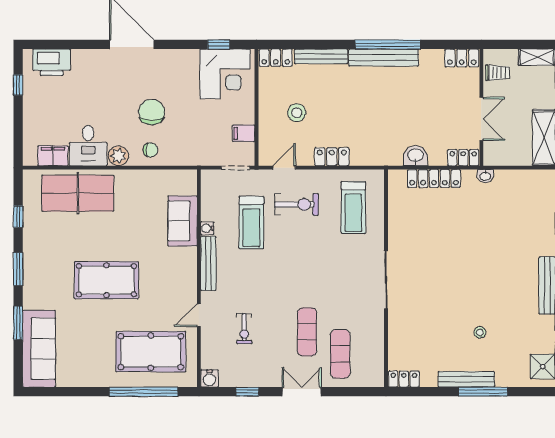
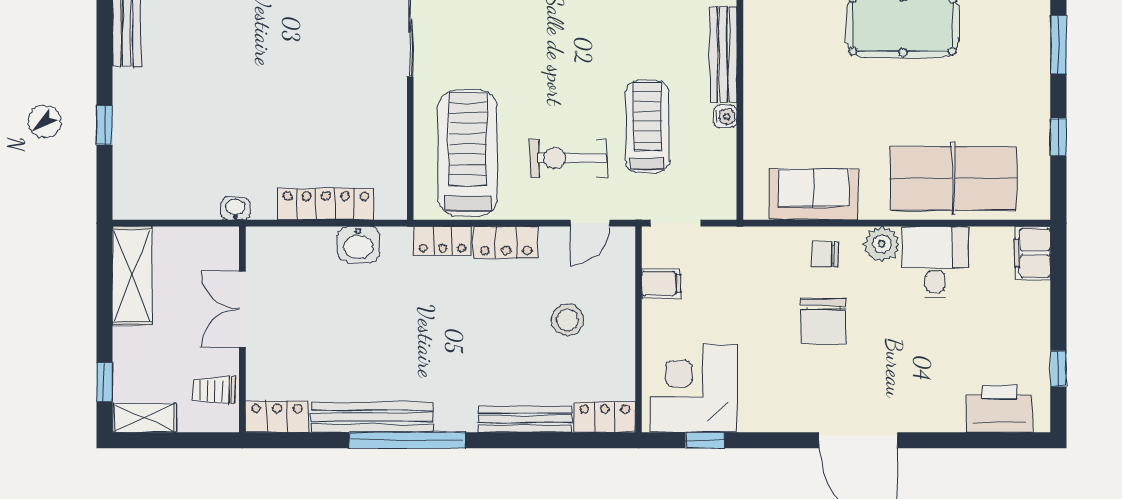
bench: (384, 58) -> (372, 417), moved
filing cabinet: (53, 156) -> (1033, 253), moved, turned 90
locker: (463, 158) -> (443, 241), moved
treadmill: (353, 208) -> (468, 153), width x1.37, depth x1.38
sofa: (183, 221) -> (814, 194), moved, turned -90

